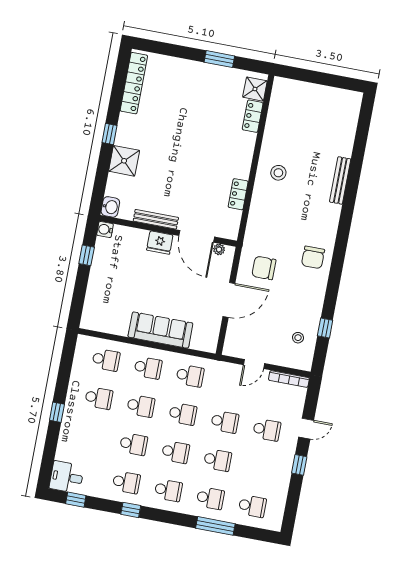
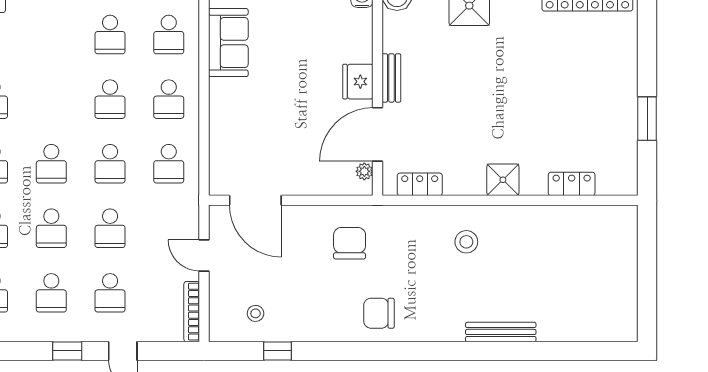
shower: (255, 89) -> (503, 180), moved
stool: (278, 173) -> (466, 242), moved
locker: (238, 194) -> (420, 184), moved
bench: (156, 219) -> (391, 78), width x0.73
door: (229, 300) -> (255, 200), moved
sofa: (160, 330) -> (228, 43), moved, width x0.73
school desk: (134, 444) -> (51, 293), moved

